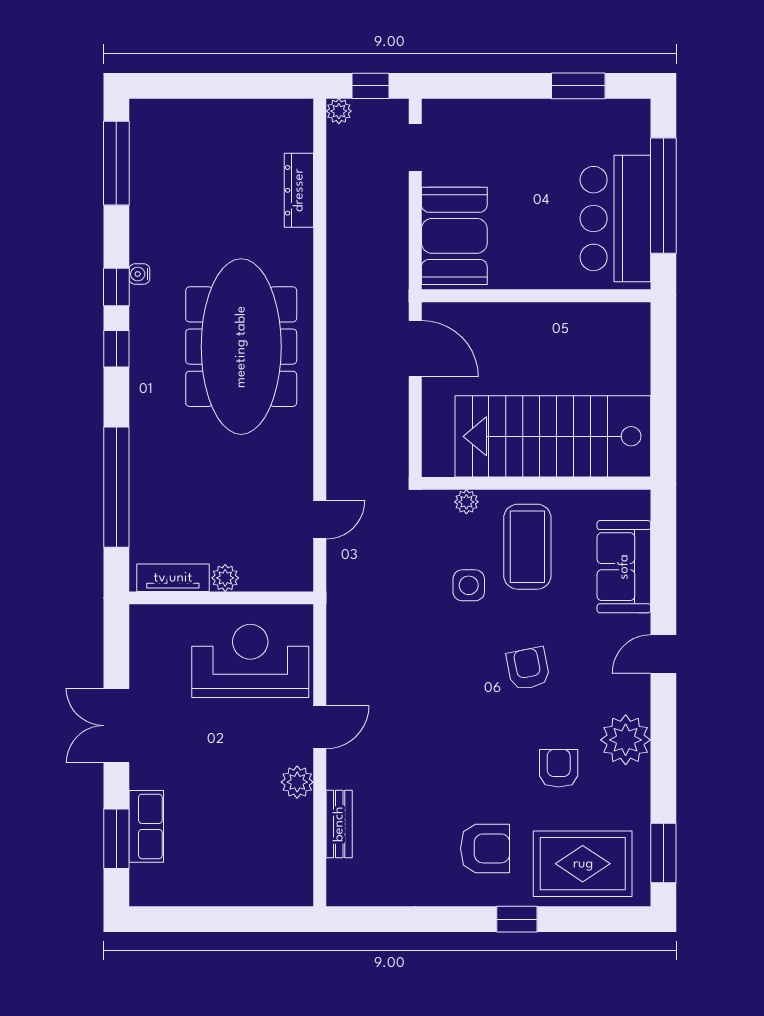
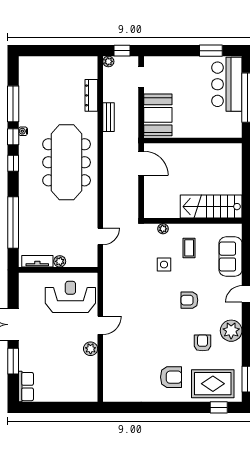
window: (116, 163) -> (13, 104), moved
bar counter: (615, 219) -> (227, 84), moved
stairs: (553, 436) -> (211, 207), width x0.73, depth x0.66
coffee table: (527, 547) -> (189, 248), width x0.54, depth x0.58
armchair: (528, 668) -> (189, 300), turned -79
bench: (339, 824) -> (109, 117), moved
row of seats: (146, 826) -> (26, 387), moved
window: (116, 839) -> (13, 361), moved
window: (517, 919) -> (219, 407), moved

